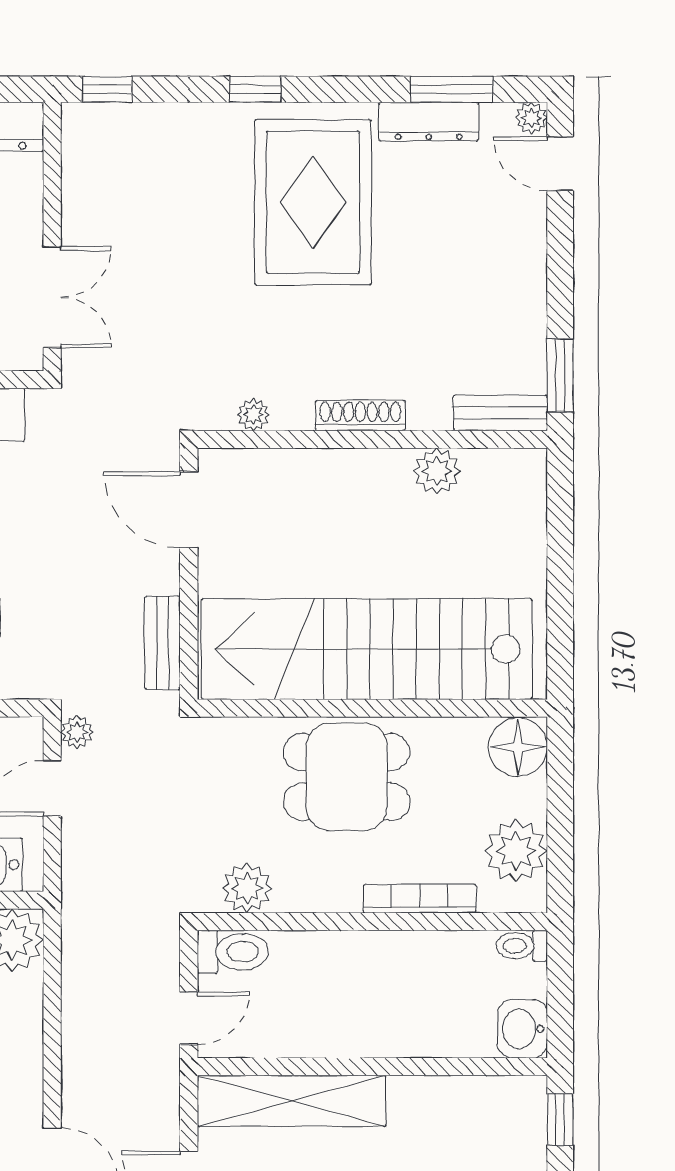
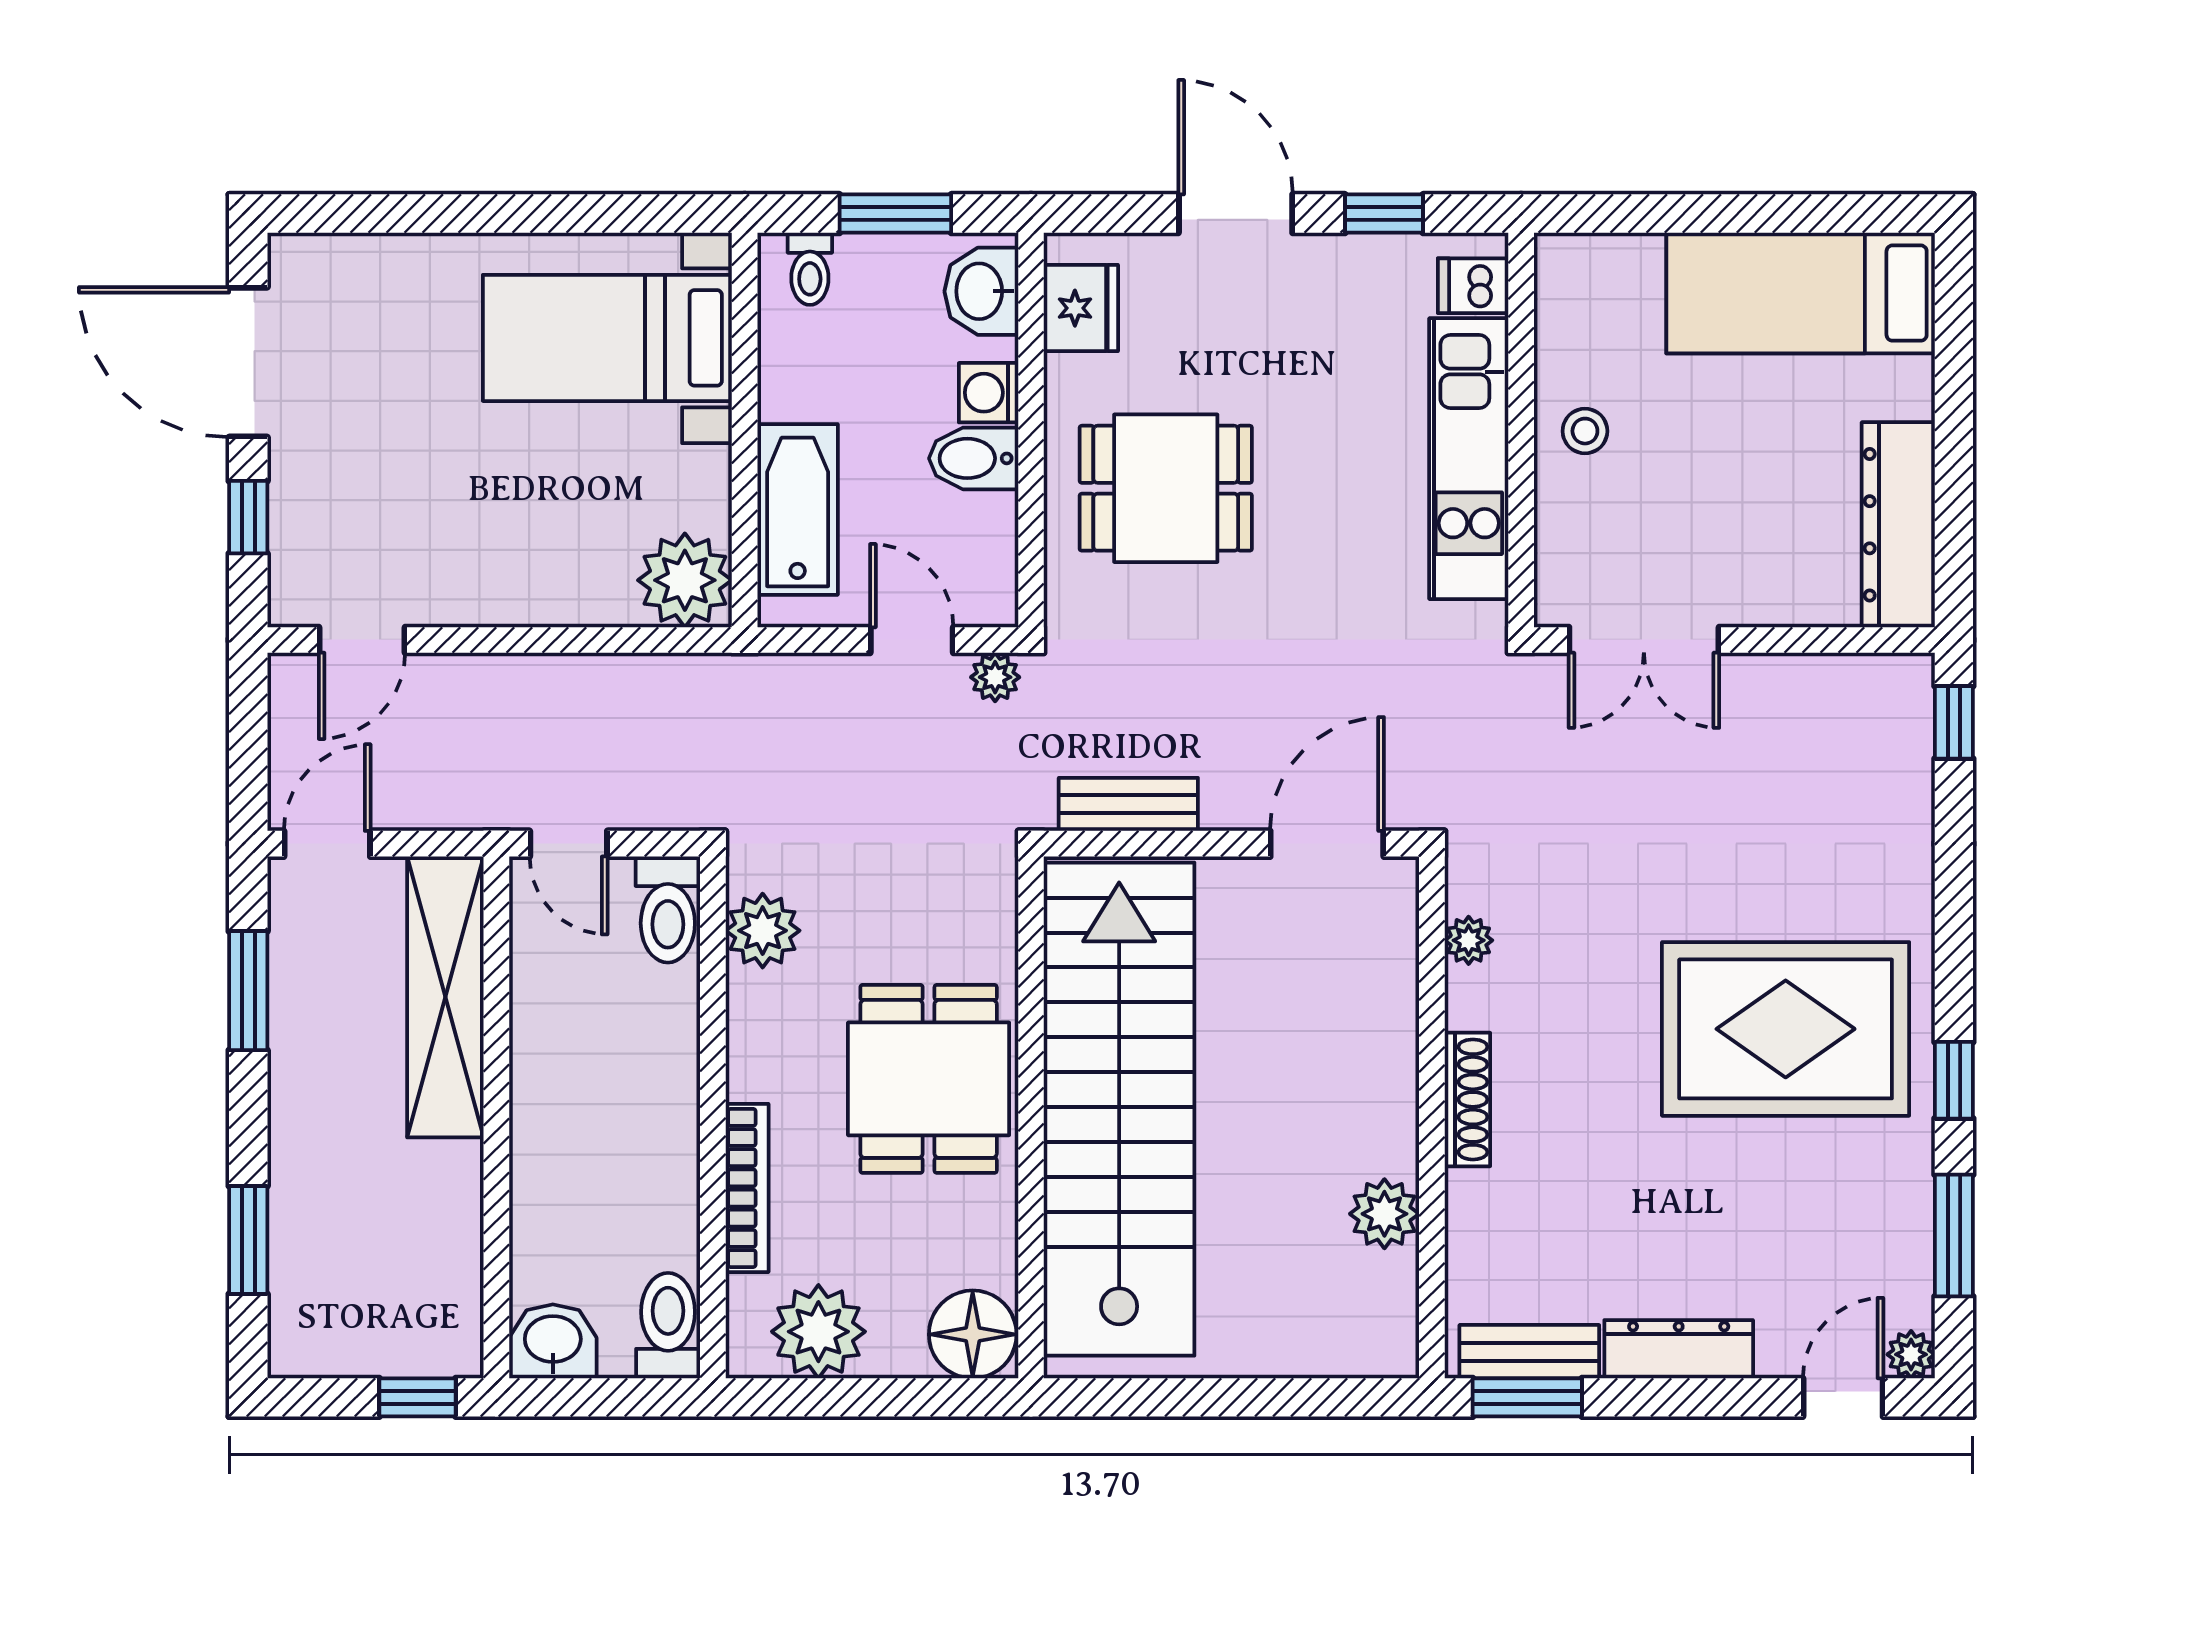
window: (255, 89) -> (1954, 1080), moved
dresser: (429, 122) -> (1679, 1349), moved, turned 90
bench: (500, 413) -> (1529, 1352), moved, turned 90
toilet: (522, 946) -> (668, 1326), width x1.37, depth x1.39

